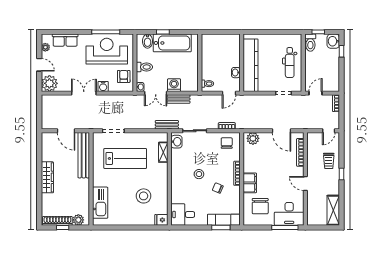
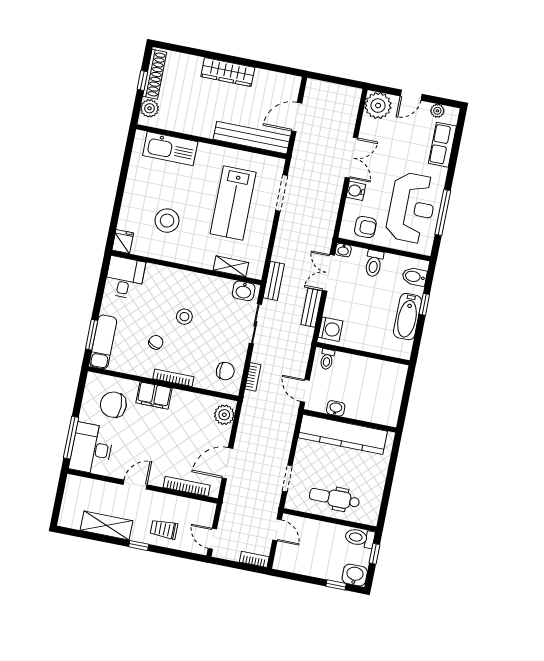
bathtub: (172, 43) -> (407, 317), width x0.73, depth x0.73
washing machine: (174, 85) -> (331, 329), moved
shelving: (333, 210) -> (107, 525), moved

